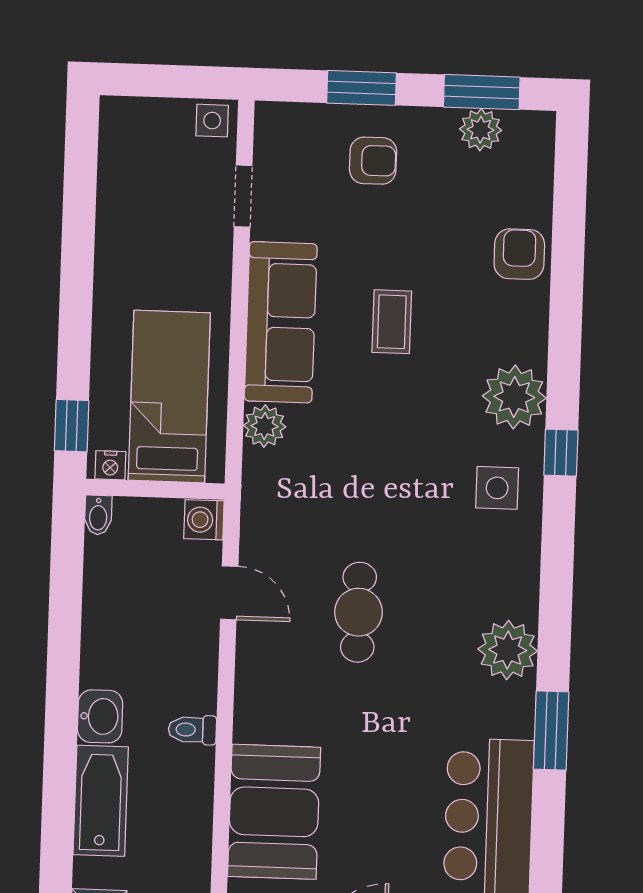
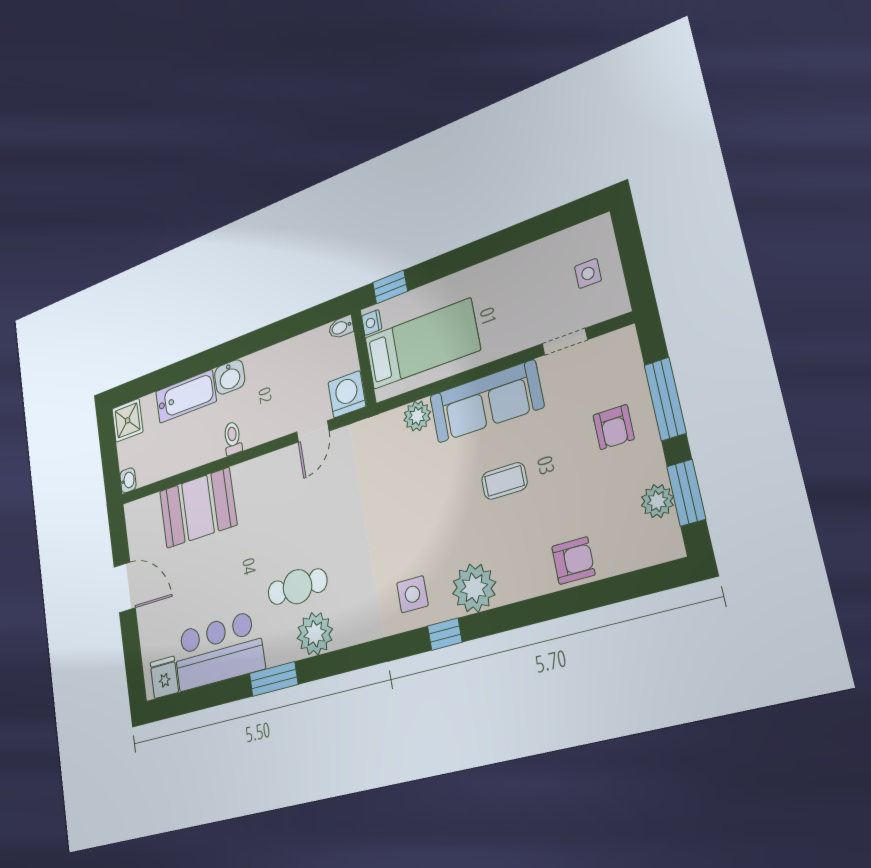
window: (361, 88) -> (665, 399), width x1.44
side table: (212, 121) -> (588, 273), moved
washing machine: (204, 520) -> (347, 394), width x1.38, depth x1.38
cafe table: (358, 612) -> (297, 587), moved

